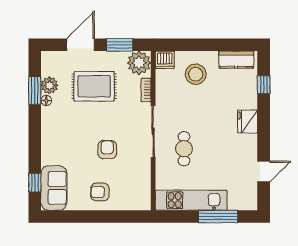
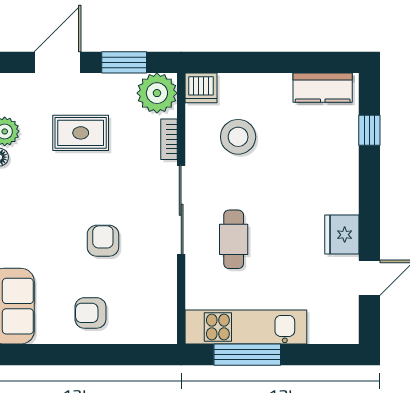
stool: (196, 74) -> (238, 137), moved
rug: (94, 86) -> (81, 133), width x0.73, depth x0.70
fridge: (248, 122) -> (342, 235), moved
window: (218, 216) -> (247, 355), moved

